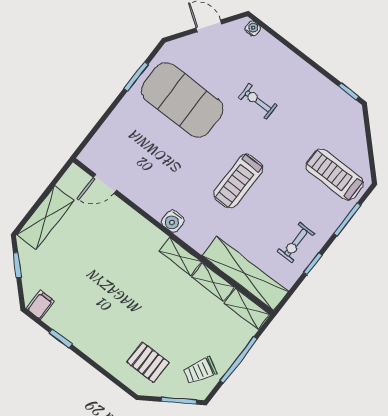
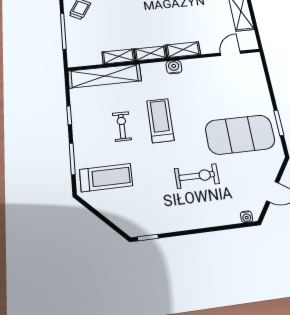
exercise bike: (258, 101) -> (197, 176), width x1.38, depth x1.39
exercise bike: (296, 243) -> (122, 126), moved
shelving: (247, 309) -> (183, 50), moved

